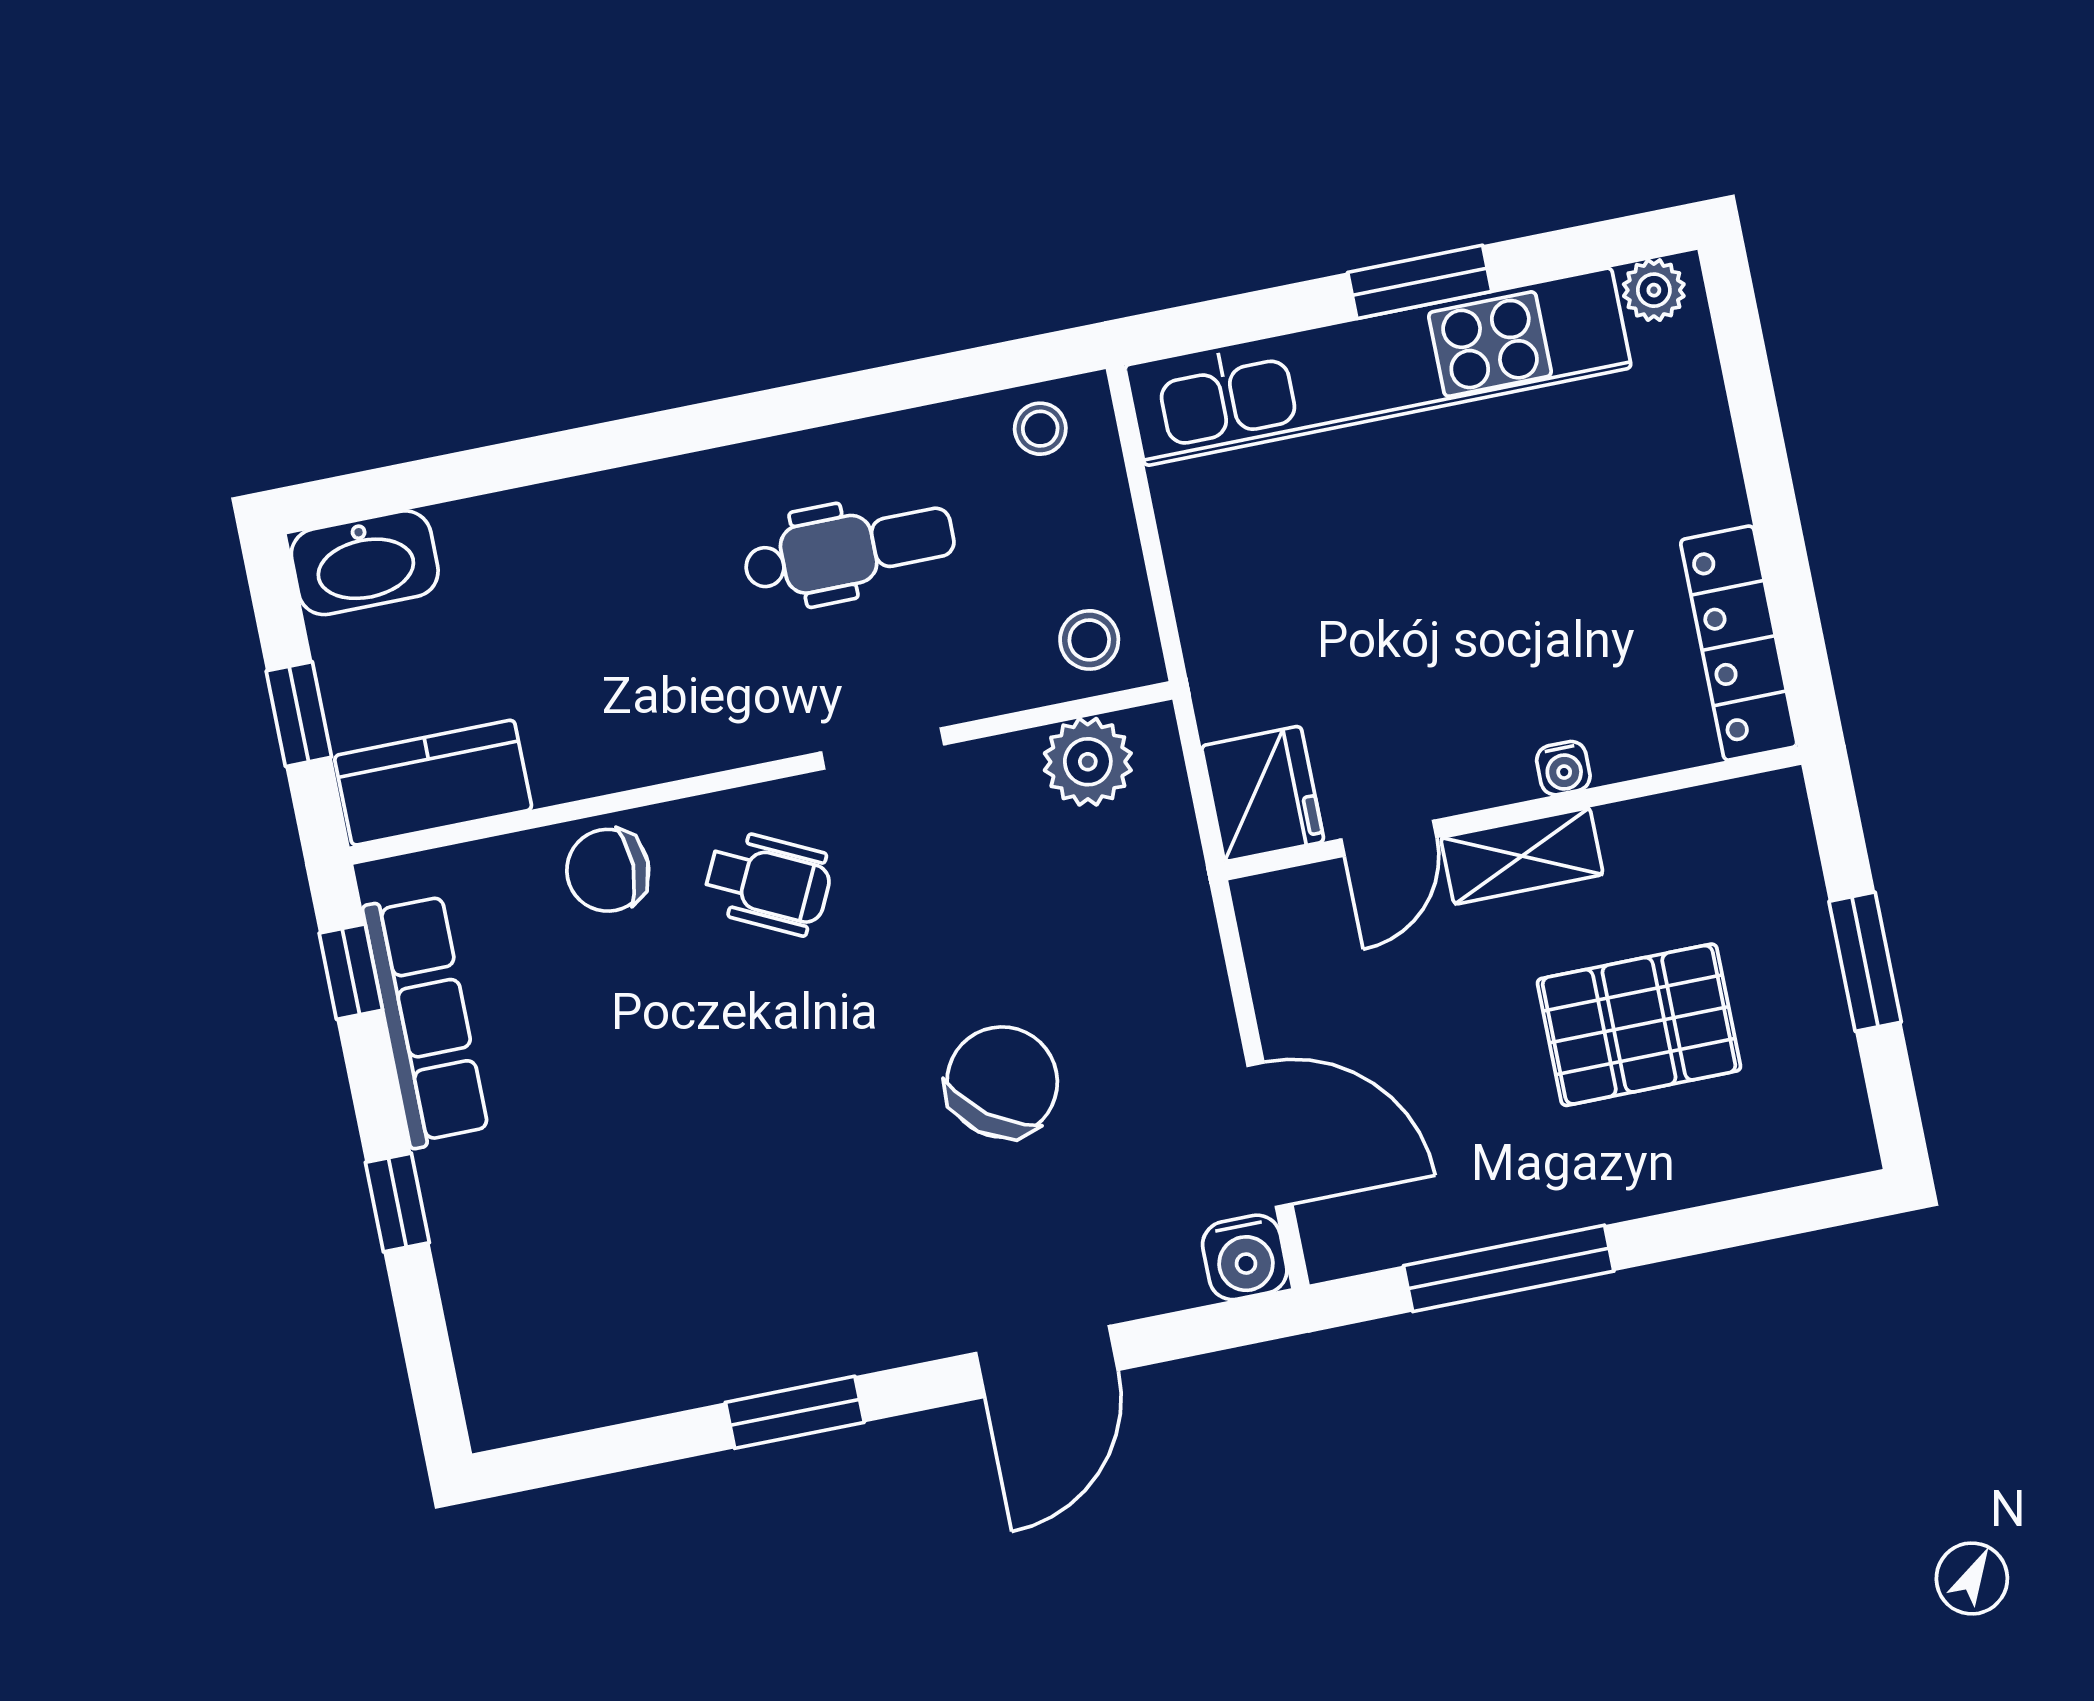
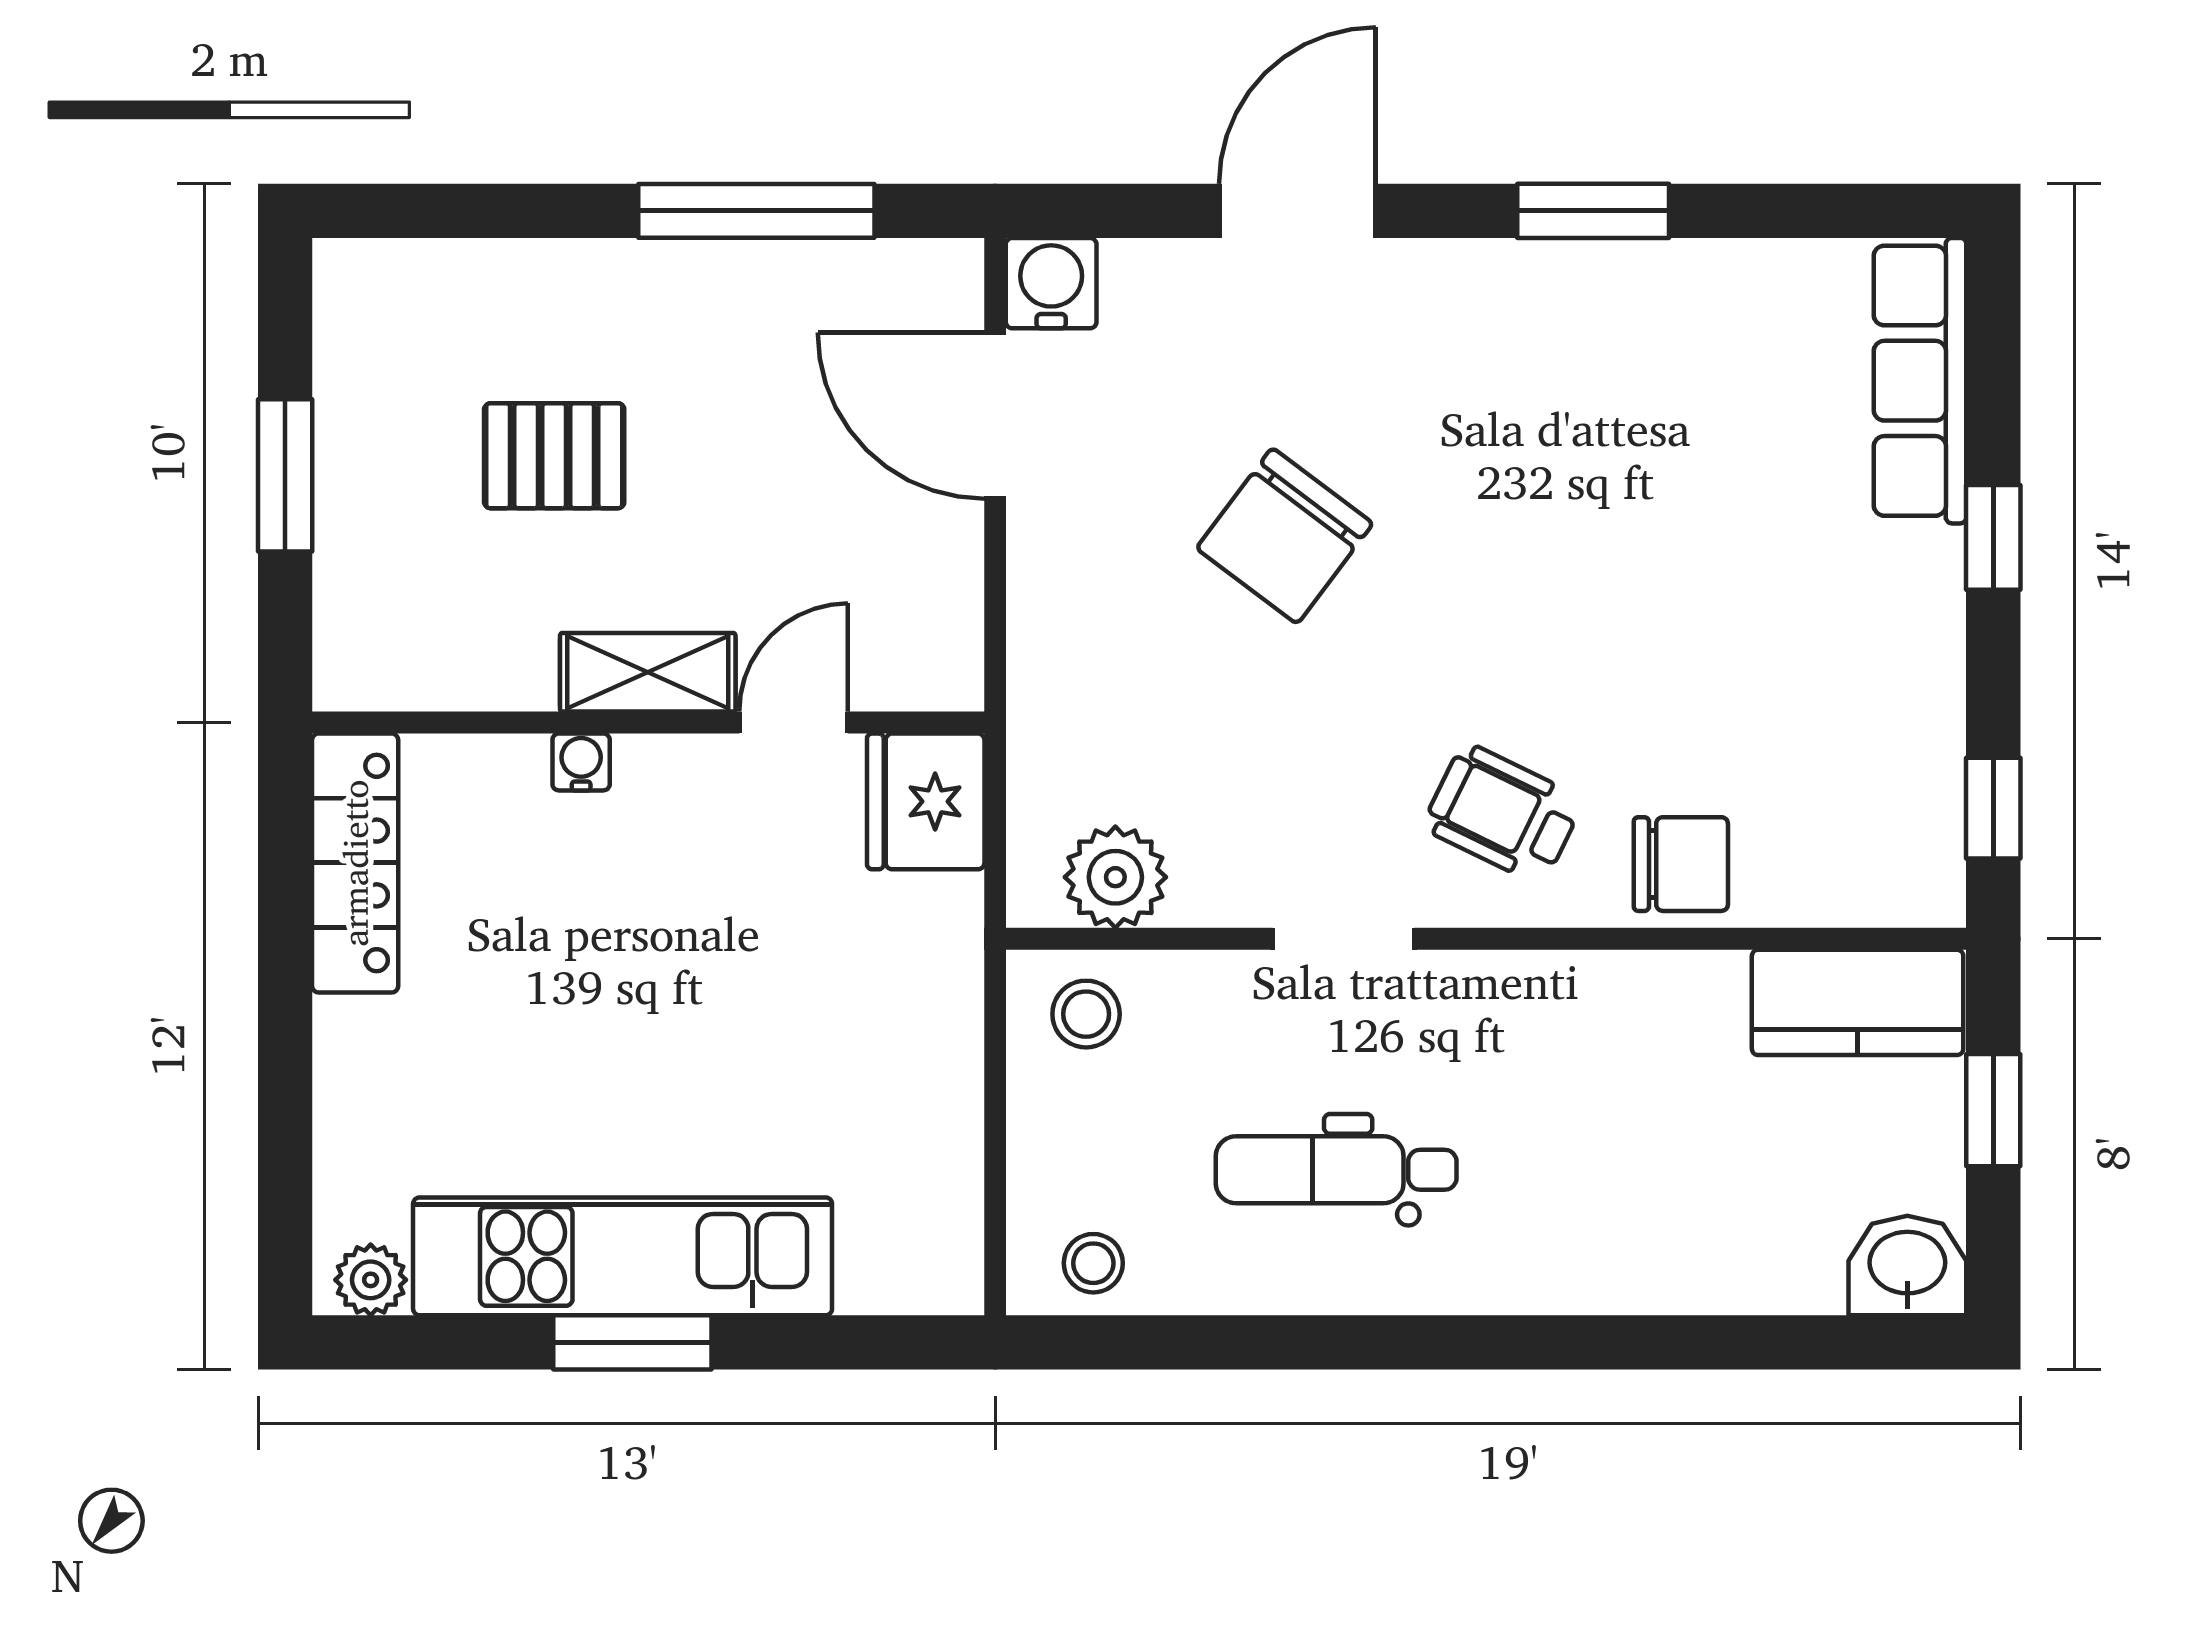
kitchen unit: (1378, 367) -> (623, 1256), width x0.73
washbasin: (365, 563) -> (1907, 1266), width x0.72
row of seats: (426, 1020) -> (1920, 381), moved
pallet: (1639, 1025) -> (554, 456), width x0.67, depth x0.71

